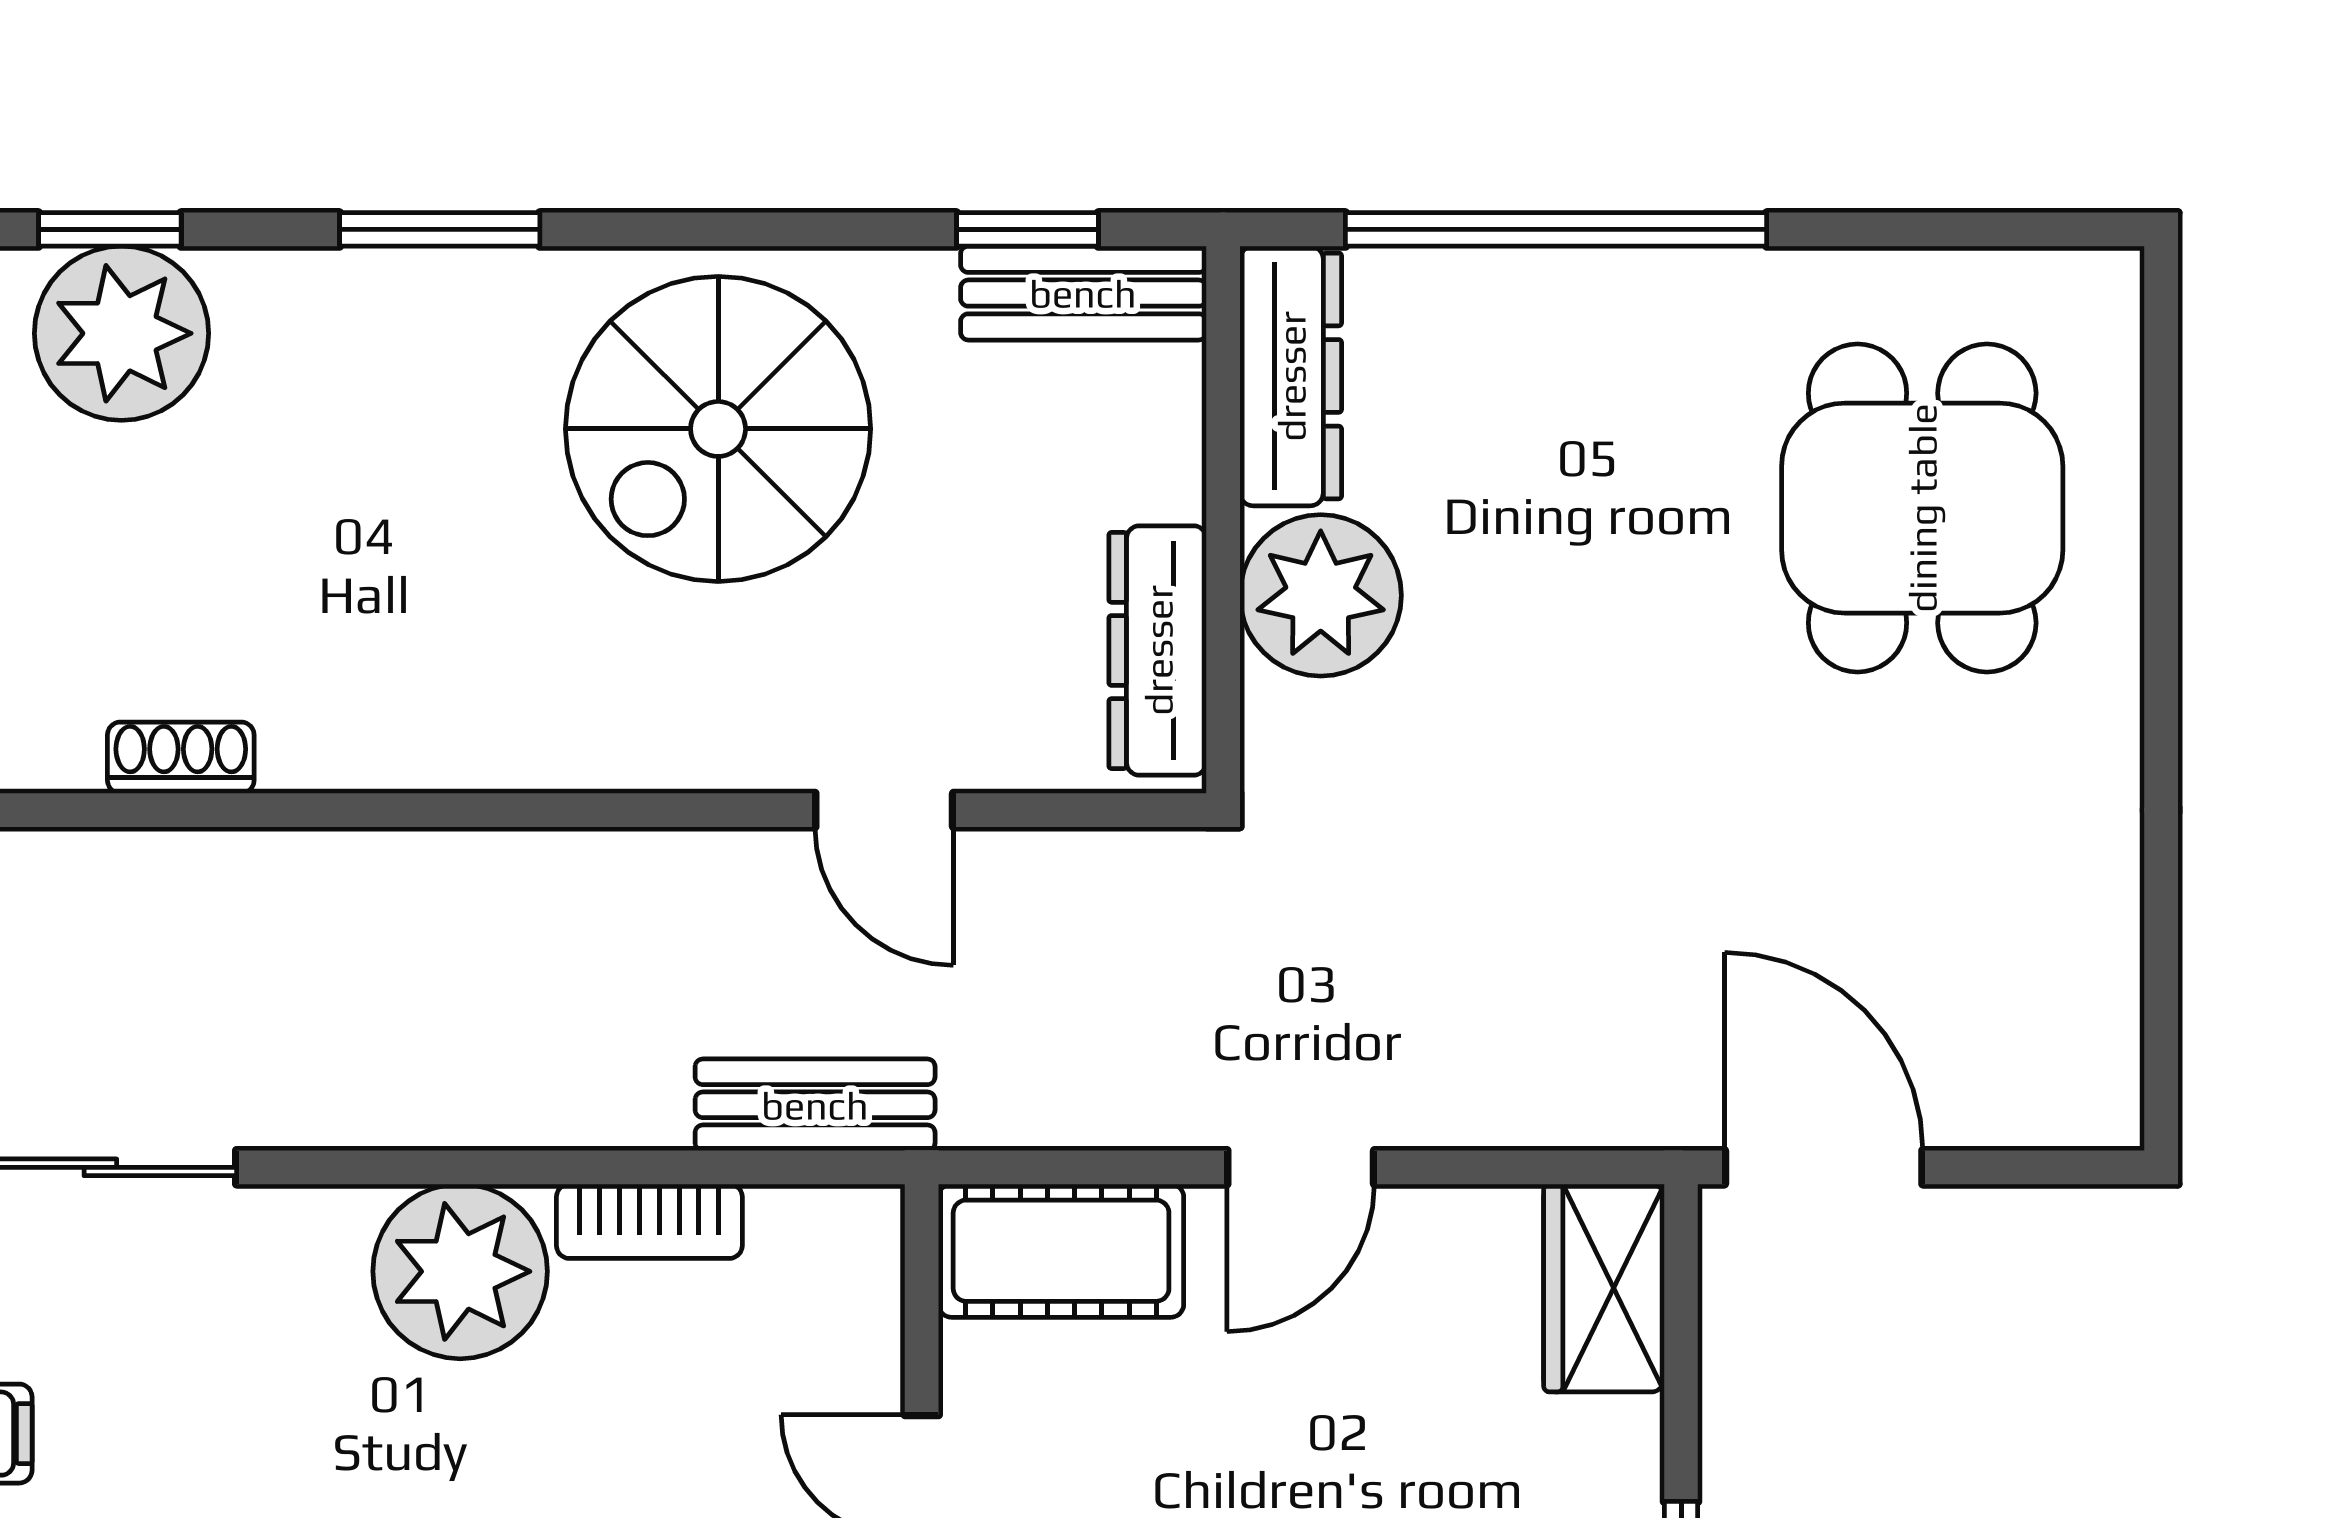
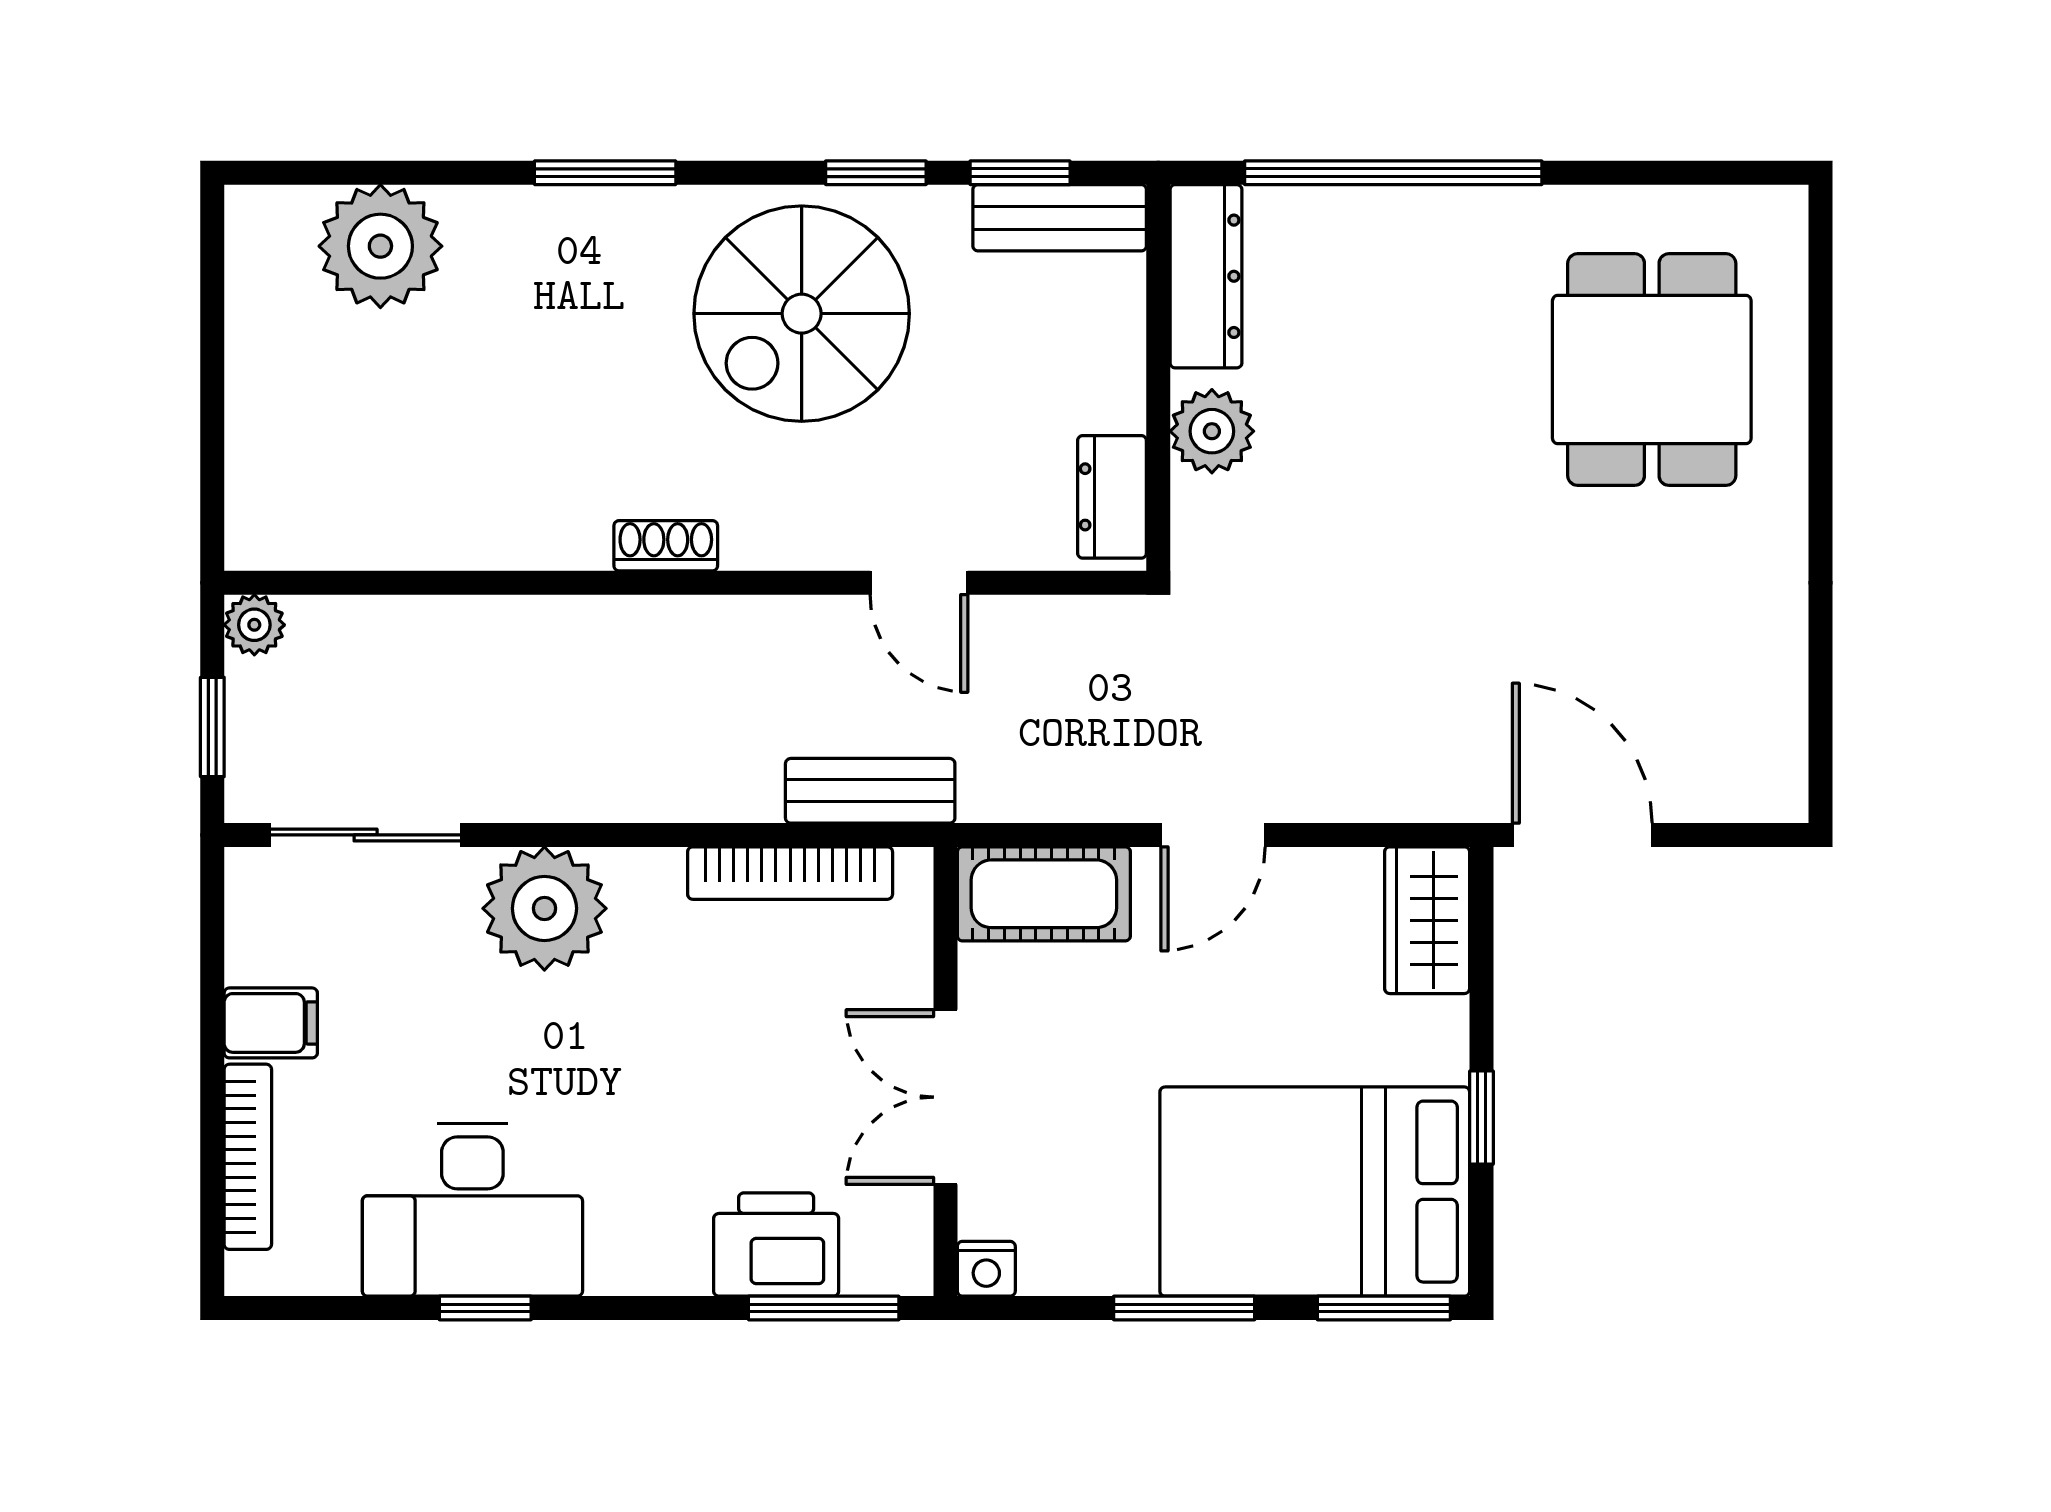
window: (110, 229) -> (876, 173), moved
plant: (1321, 595) -> (1212, 431), width x0.73, depth x0.73
dresser: (1158, 650) -> (1112, 497), width x0.70
shoe rack: (181, 758) -> (666, 546), moved
bookcase: (649, 1221) -> (790, 873), width x1.56
plant: (460, 1271) -> (544, 908), moved

